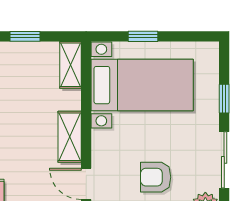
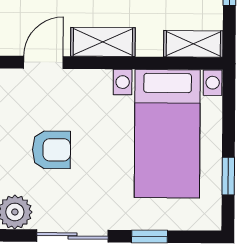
window: (143, 36) -> (228, 176), moved
armchair: (156, 177) -> (51, 150), turned 90

